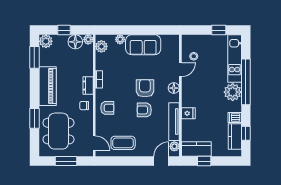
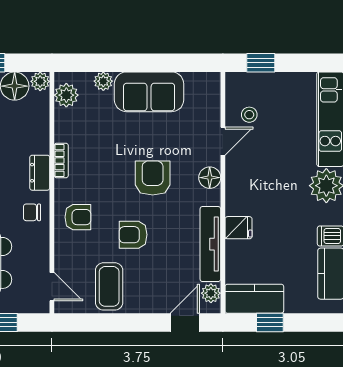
window: (219, 30) -> (261, 63), moved
armchair: (144, 110) -> (133, 235), moved
coffee table: (123, 143) -> (109, 286), turned 90

